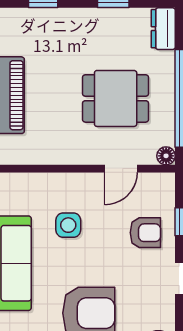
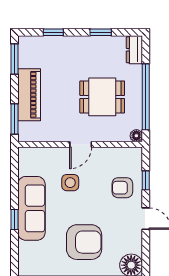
door: (121, 169) -> (81, 144), moved
armchair: (145, 233) -> (122, 188), turned 180

